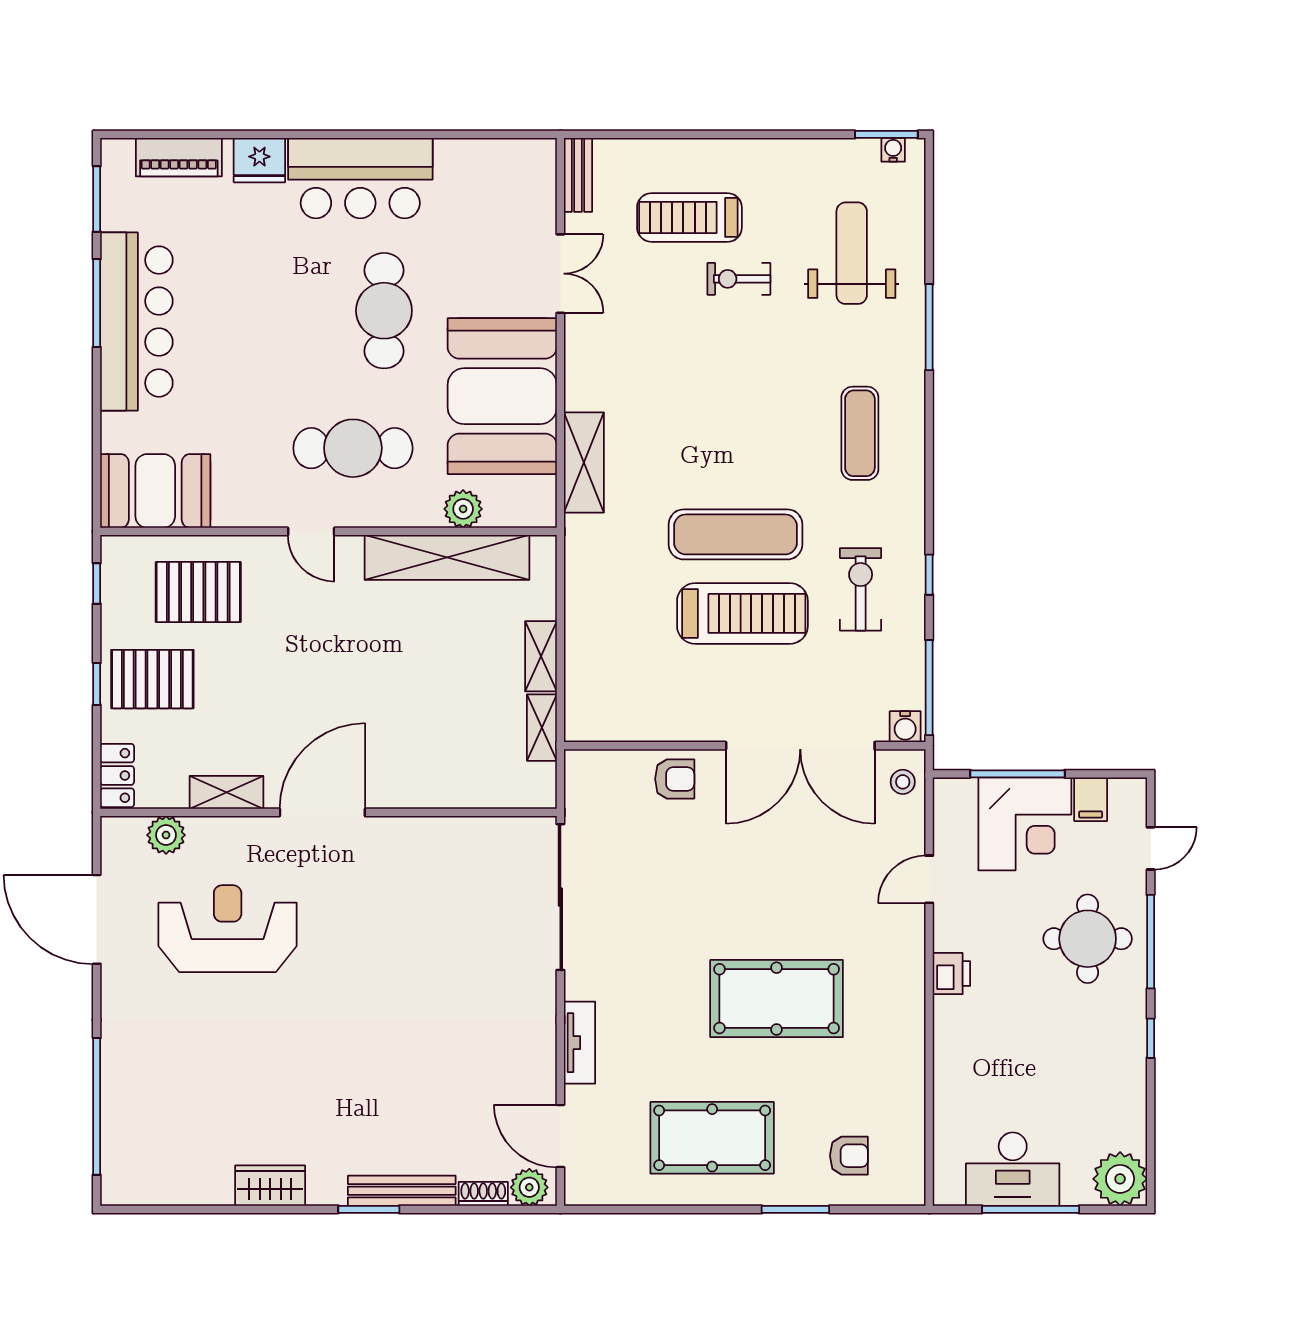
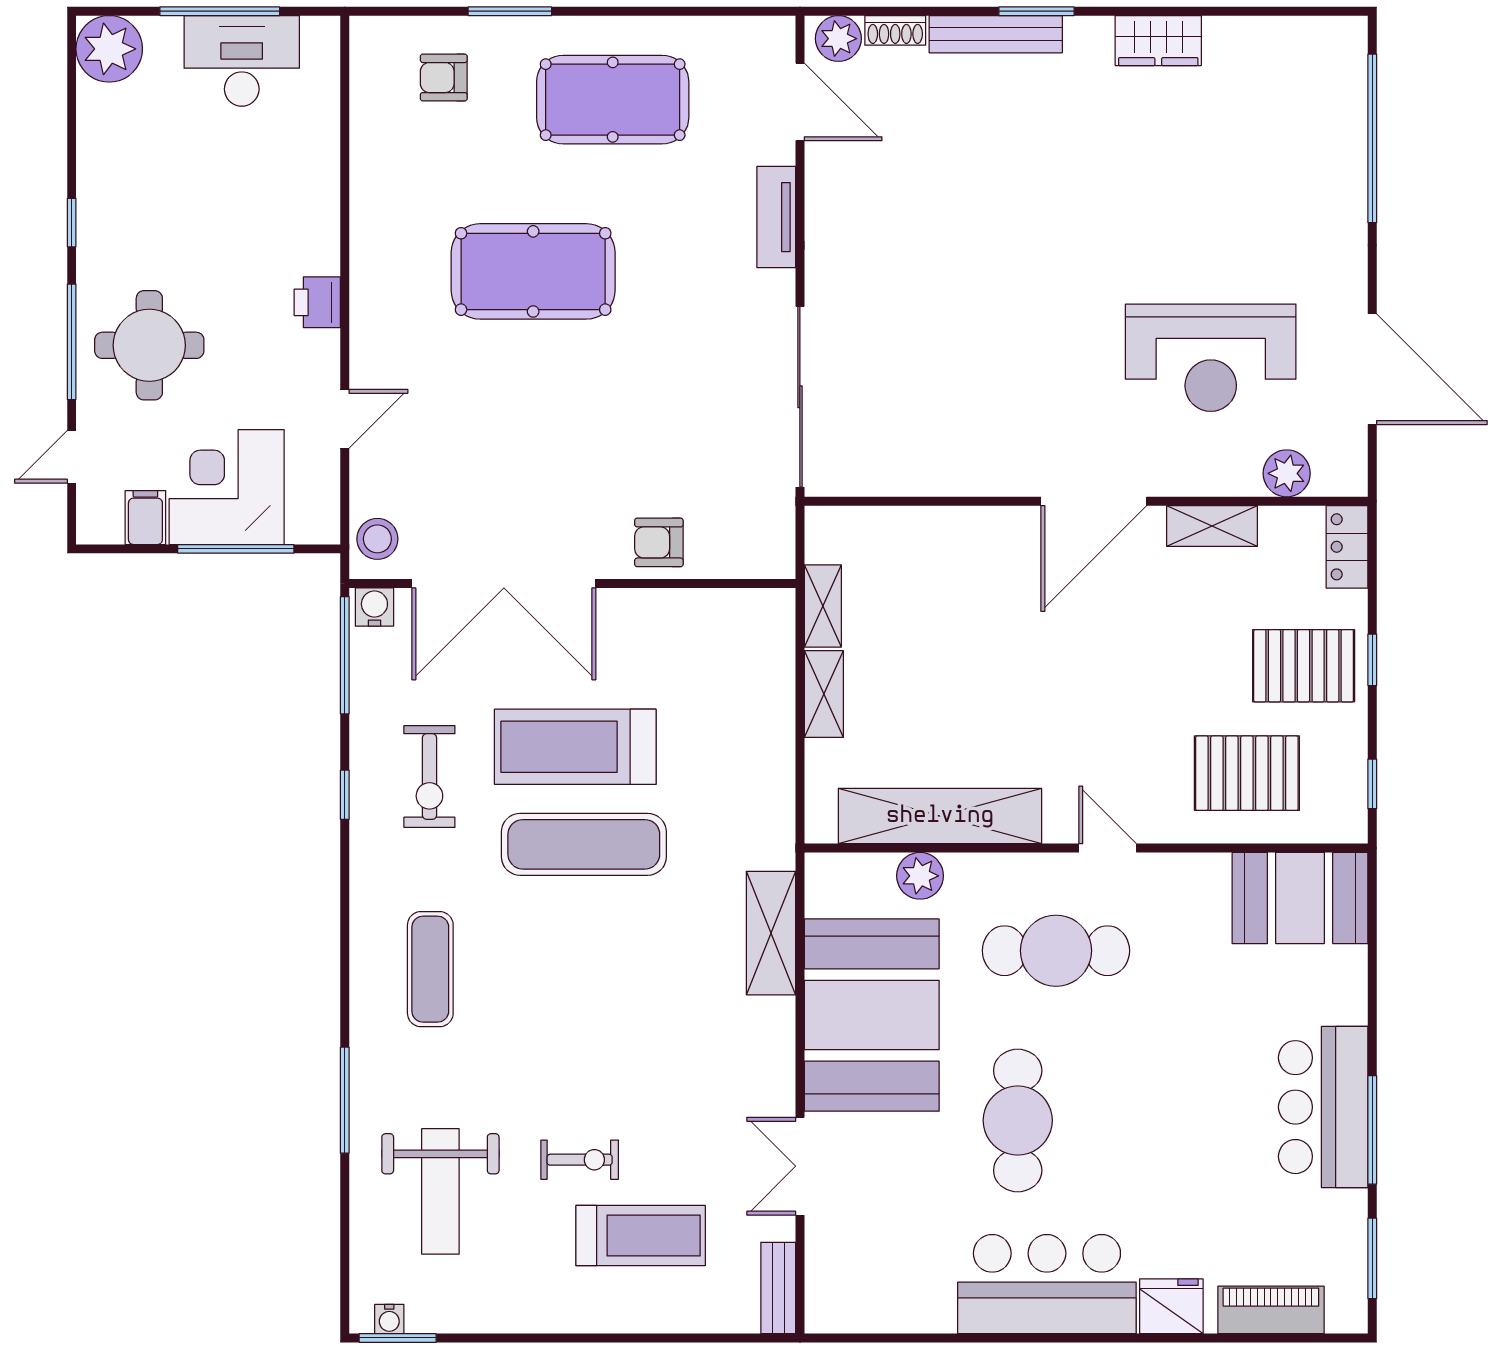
bar counter: (136, 322) -> (1323, 1107), width x0.73
double door: (800, 746) -> (504, 584), swing flipped
stool: (903, 782) -> (377, 539), width x1.37, depth x1.37

